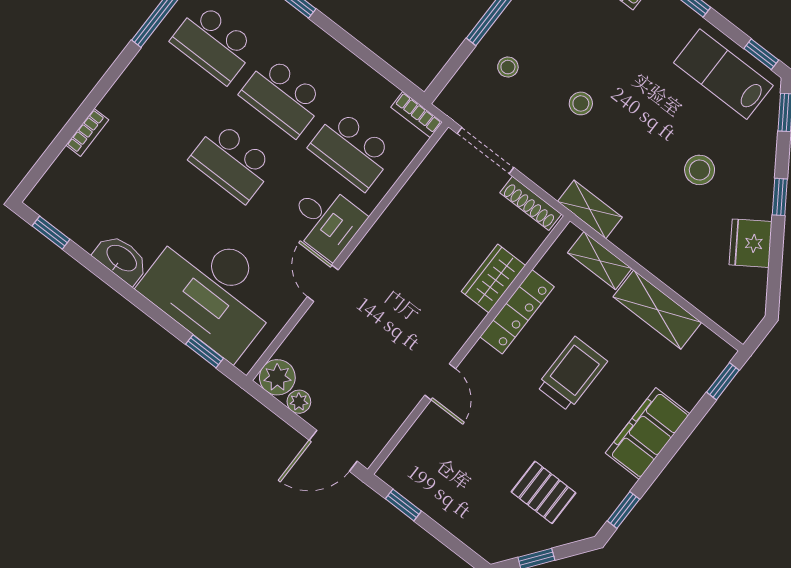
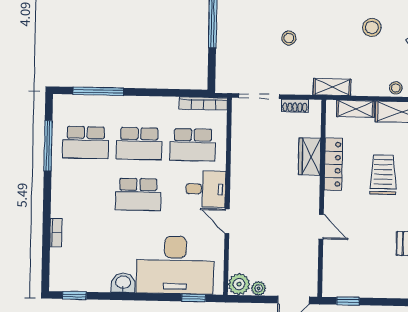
stool: (508, 67) -> (396, 88), moved
bookcase: (417, 115) -> (203, 103), width x1.56
shoe rack: (531, 203) -> (295, 106), width x0.70
washbasin: (121, 259) -> (123, 283), width x0.72

